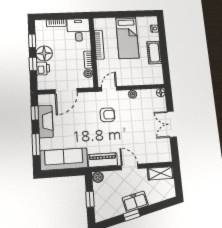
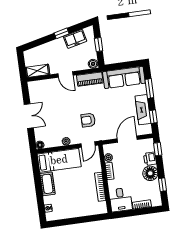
bed: (127, 38) -> (59, 160), moved, turned 90
window: (33, 64) -> (158, 149), moved
freezer: (135, 202) -> (75, 39), moved

